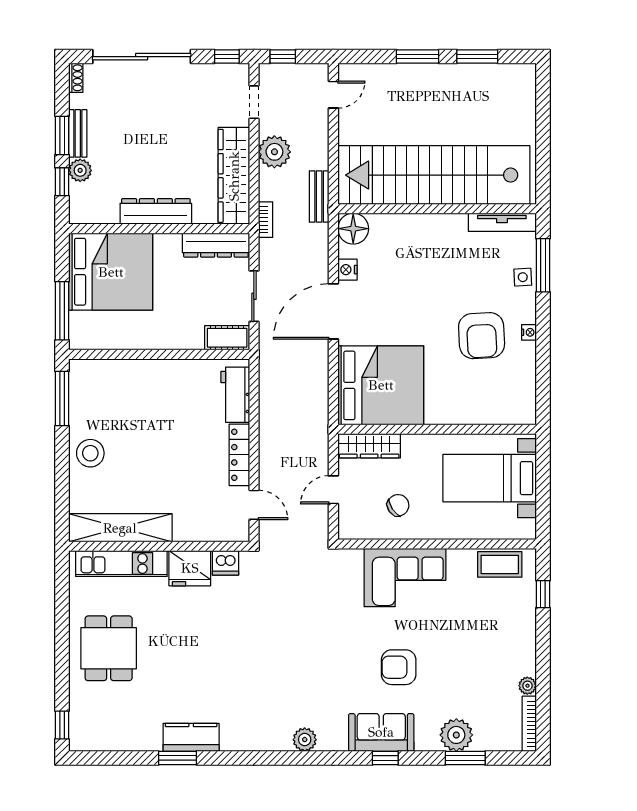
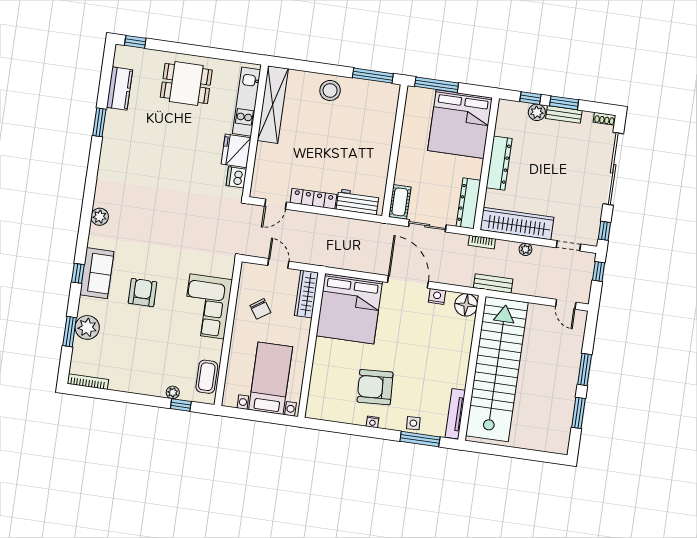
plant: (274, 152) -> (526, 249), width x0.53, depth x0.53
plant: (527, 686) -> (173, 392), moved
kitchen counter: (191, 737) -> (119, 89), moved

